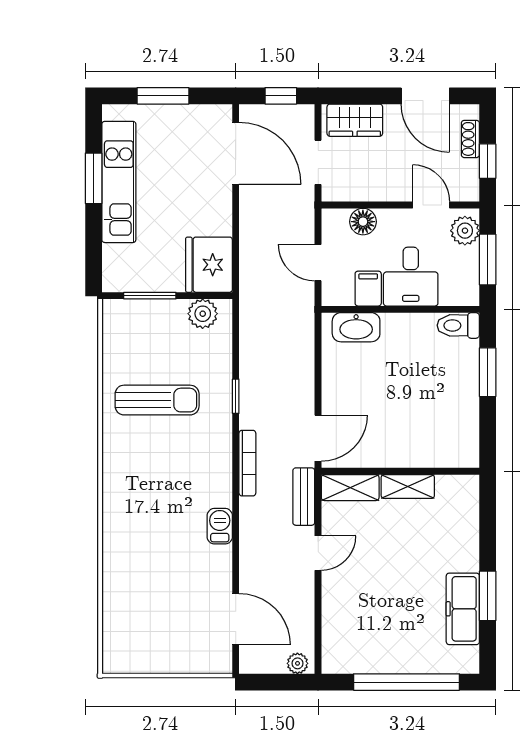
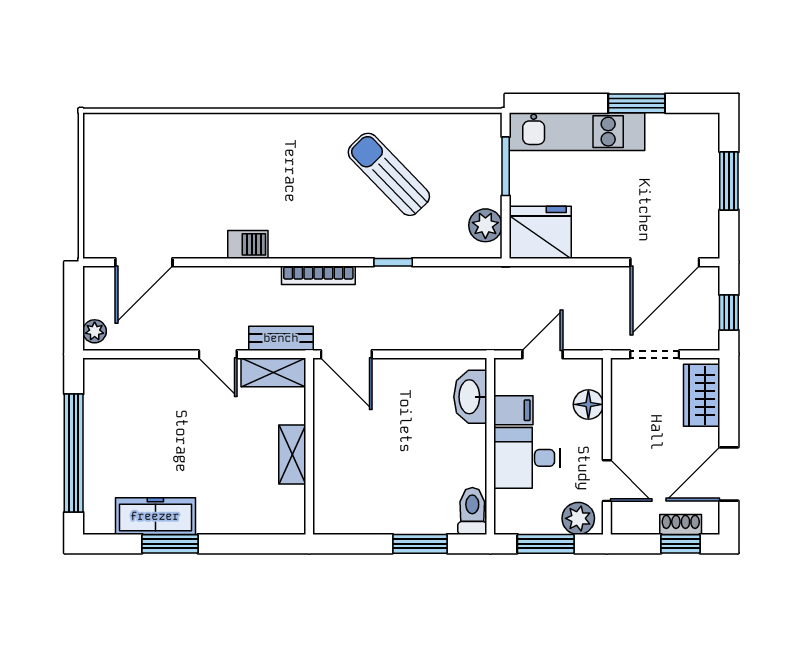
window: (488, 161) -> (681, 544), moved
kitchen unit: (119, 182) -> (577, 132), moved
door: (431, 205) -> (607, 481), hinge flipped
sun lounger: (157, 400) -> (389, 174), turned 136
shelving: (350, 488) -> (273, 372), moved, turned 90

